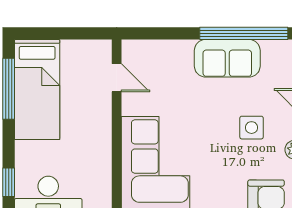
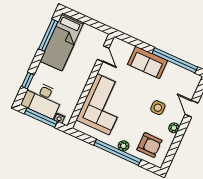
sofa: (227, 58) -> (148, 62), moved

